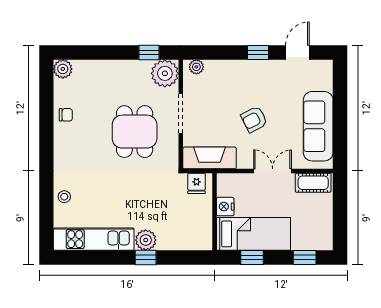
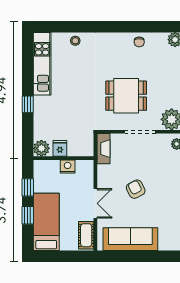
fireplace: (210, 158) -> (103, 149), width x0.73, depth x0.76
fridge: (197, 183) -> (60, 148), moved, turned 90
bed: (253, 234) -> (46, 222), moved, turned 180
plant: (146, 240) -> (41, 148), moved
window: (305, 258) -> (28, 215), moved

